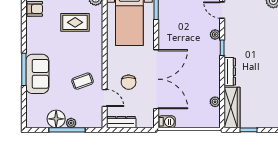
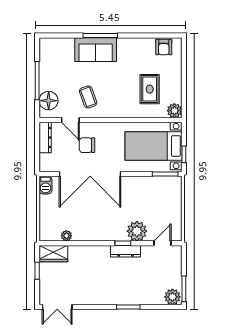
plant: (215, 35) -> (137, 231), width x1.88, depth x1.88
dresser: (230, 72) -> (126, 251), moved
door: (105, 98) -> (70, 120), hinge flipped
wardrobe: (232, 107) -> (53, 254), width x0.67
floor lamp: (56, 119) -> (49, 101), moved
plant: (71, 123) -> (44, 85), removed

